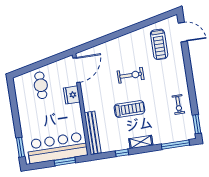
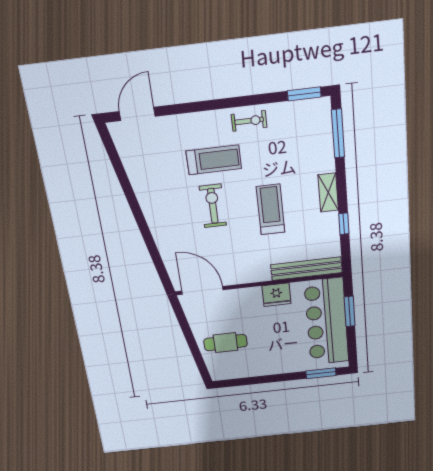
treadmill: (159, 44) -> (214, 160), moved
fridge: (72, 95) -> (276, 295), moved
exercise bike: (178, 104) -> (249, 121), moved

